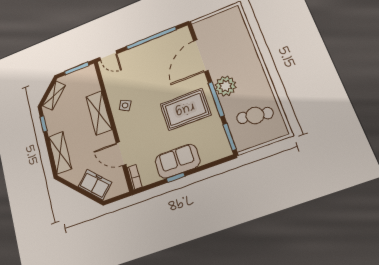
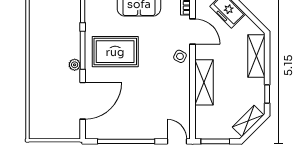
plant: (226, 86) -> (75, 65), width x0.53, depth x0.53
side table: (125, 105) -> (180, 56), moved
cafe table: (255, 115) -> (53, 20), removed

